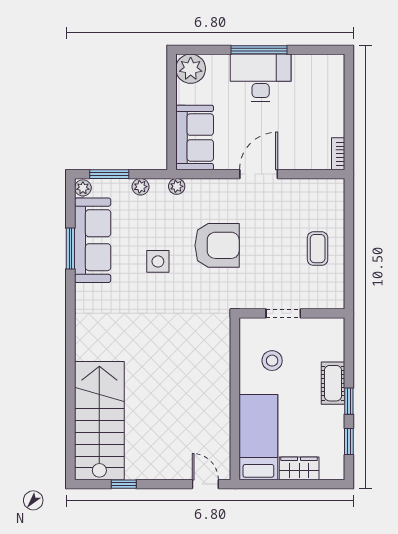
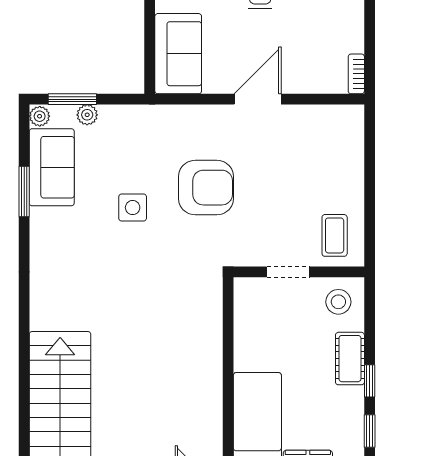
plant: (177, 186) -> (156, 114), removed
plant: (141, 187) -> (87, 115), moved
sofa: (93, 240) -> (52, 167), width x0.73
coffee table: (318, 249) -> (335, 235), moved
stool: (272, 361) -> (338, 302), moved

